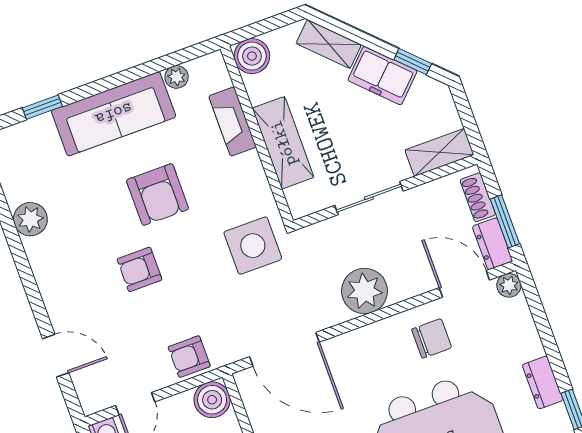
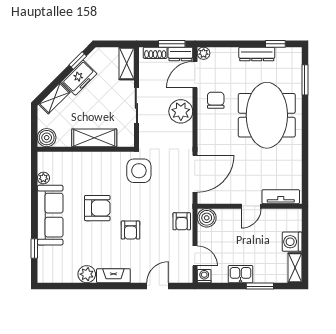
fireplace: (232, 122) -> (113, 276), moved, turned 180
plant: (365, 291) -> (181, 111), moved
dresser: (543, 382) -> (257, 54), width x1.44

